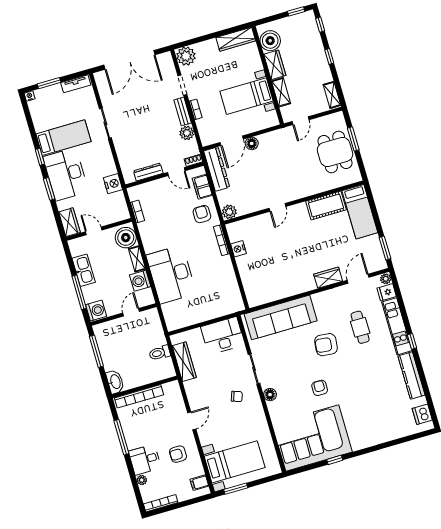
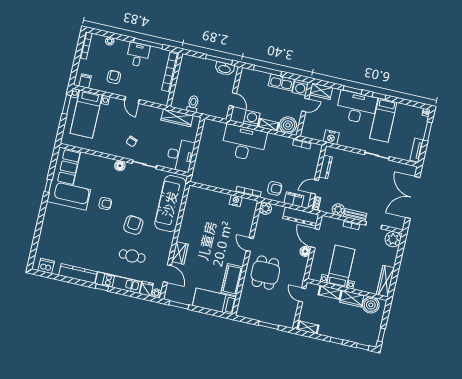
dining table: (335, 152) -> (265, 273), moved, turned 90
washing machine: (96, 311) -> (301, 87), moved
washbasin: (115, 382) -> (225, 69), moved
desk: (145, 460) -> (138, 55), moved

